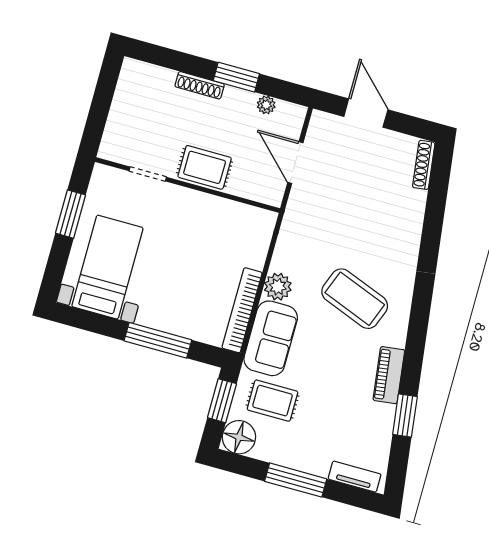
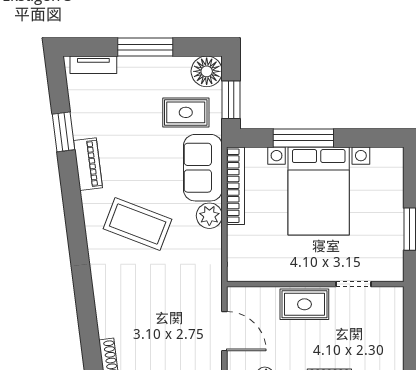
bed with nightstands: (107, 267) -> (319, 191), moved, width x1.36

